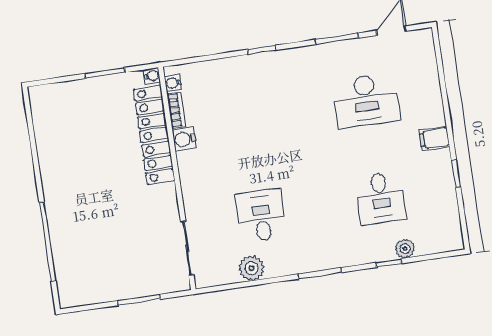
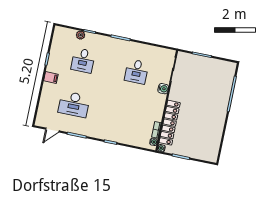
desk: (366, 101) -> (74, 104), turned 180
water cooler: (184, 139) -> (163, 89), moved
desk: (381, 198) -> (83, 60), turned 180
plant: (252, 268) -> (149, 51), removed

